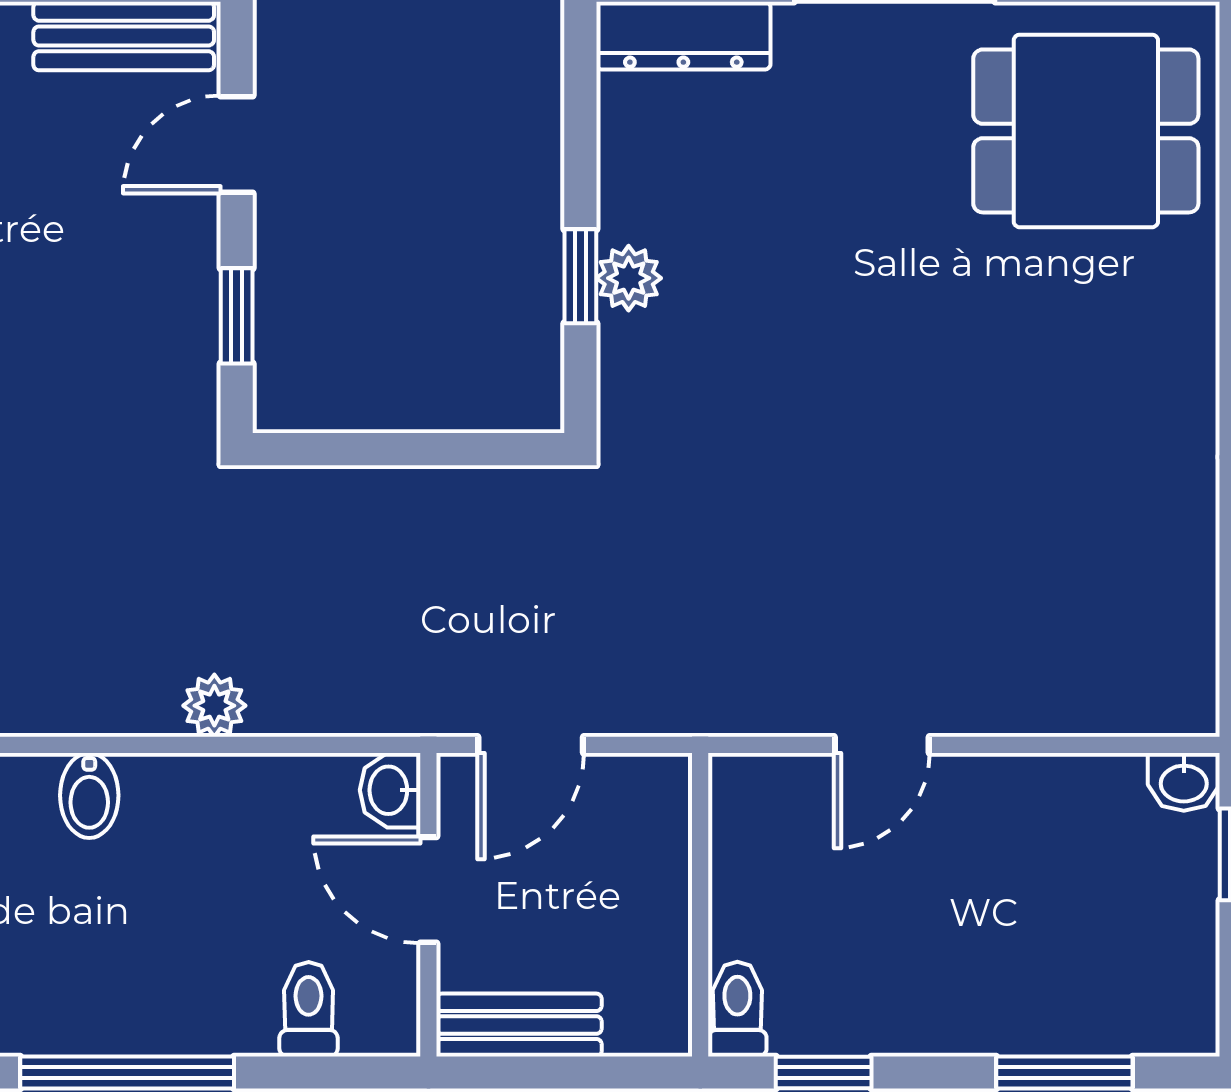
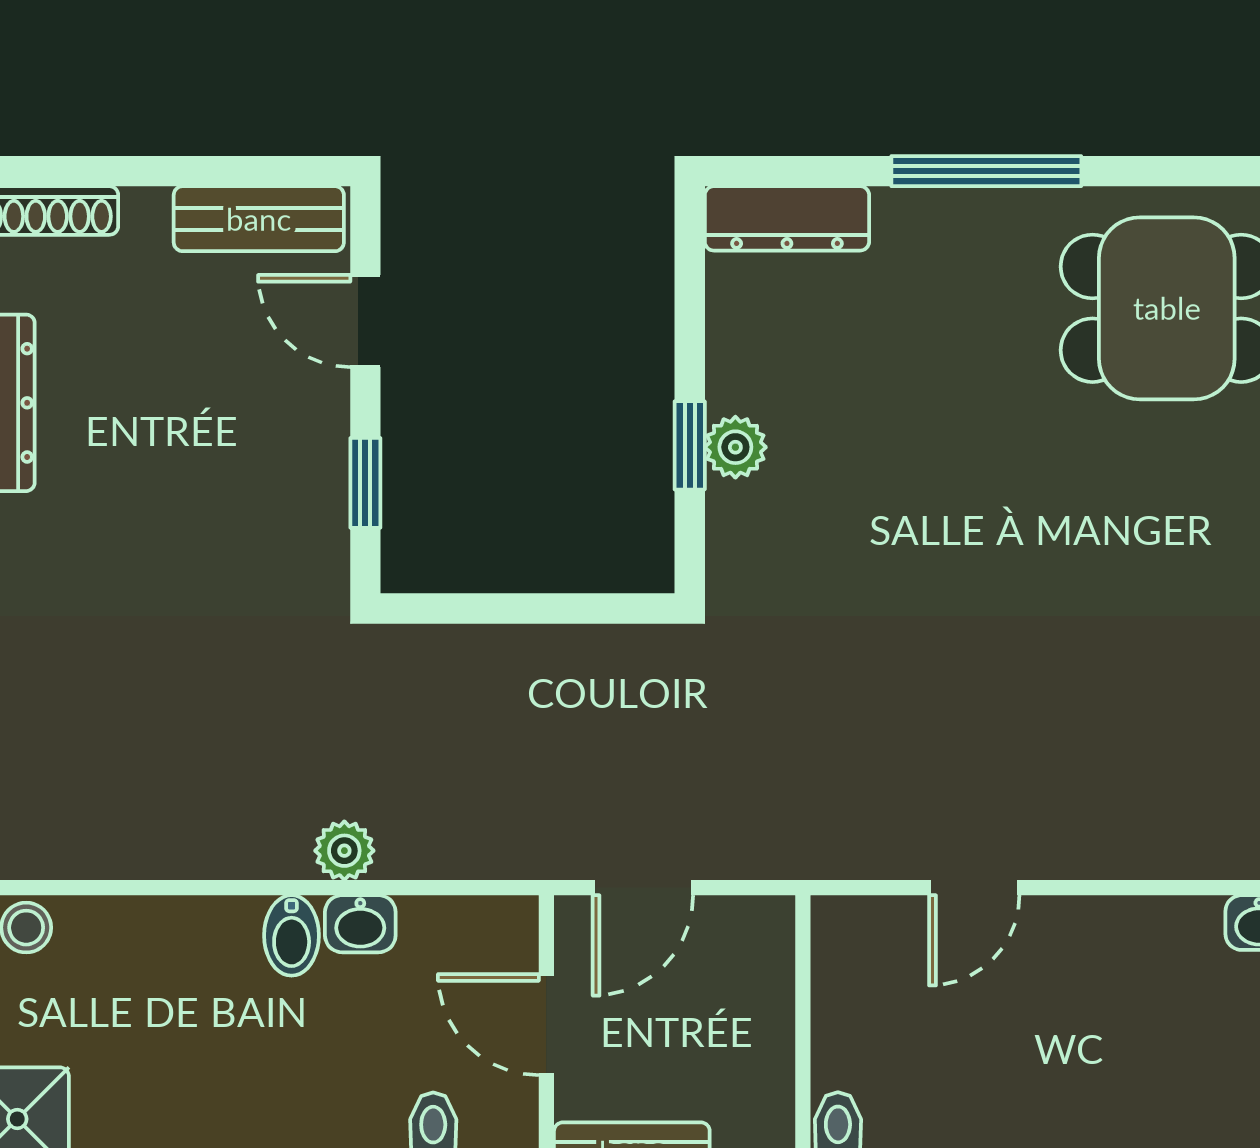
door: (237, 144) -> (365, 321), hinge flipped
washbasin: (390, 790) -> (360, 924), moved, turned -90
bidet: (89, 795) -> (292, 935), moved

